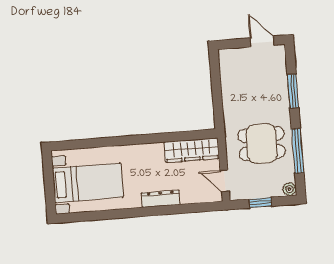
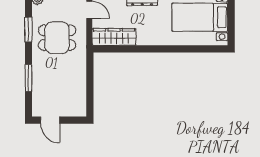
window: (298, 151) -> (29, 30), width x0.69

